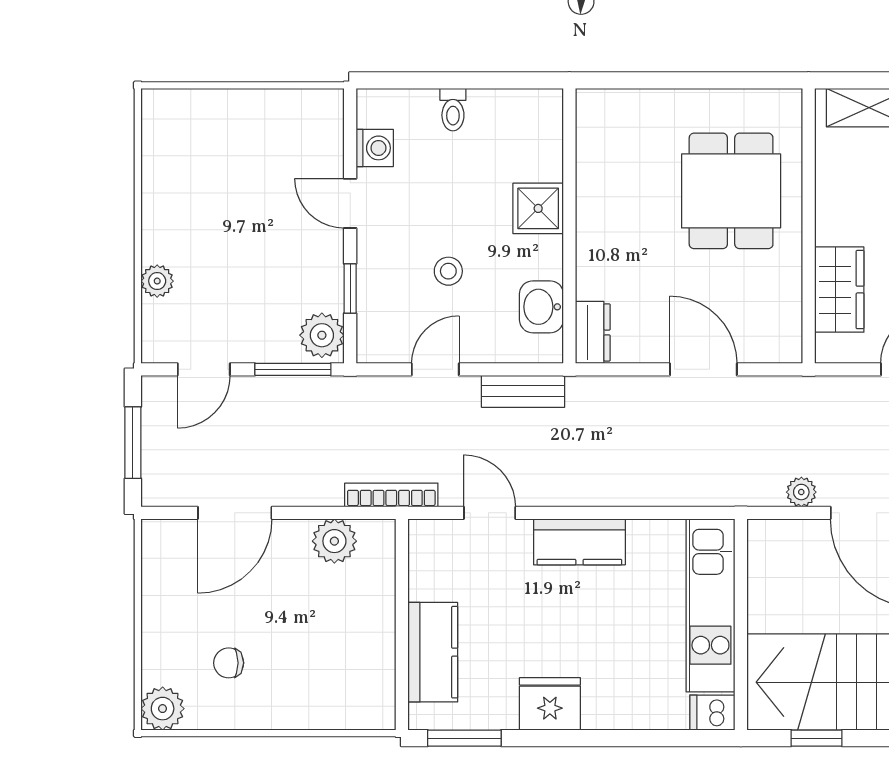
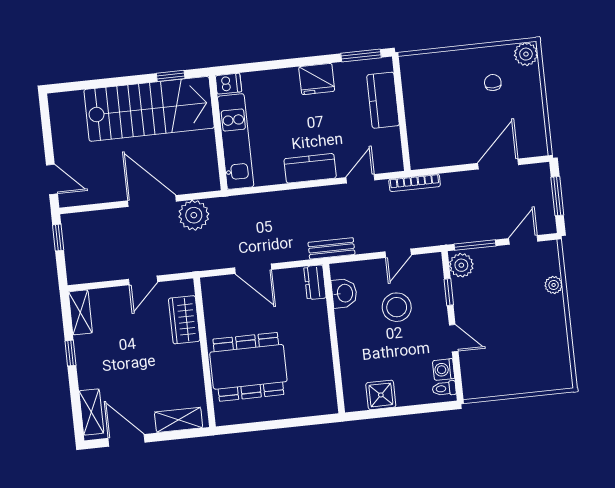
toilet: (453, 110) -> (444, 388), moved, turned -90
dining table: (731, 191) -> (248, 367), width x1.38
shower: (538, 208) -> (381, 395), moved
stool: (448, 271) -> (397, 307), width x1.89, depth x1.89
bench: (523, 391) -> (331, 248), moved
plant: (801, 492) -> (194, 215), width x1.88, depth x1.88
door: (490, 513) -> (360, 179), swing flipped
plant: (334, 541) -> (443, 155), removed
chair: (229, 663) -> (493, 83), turned -90

